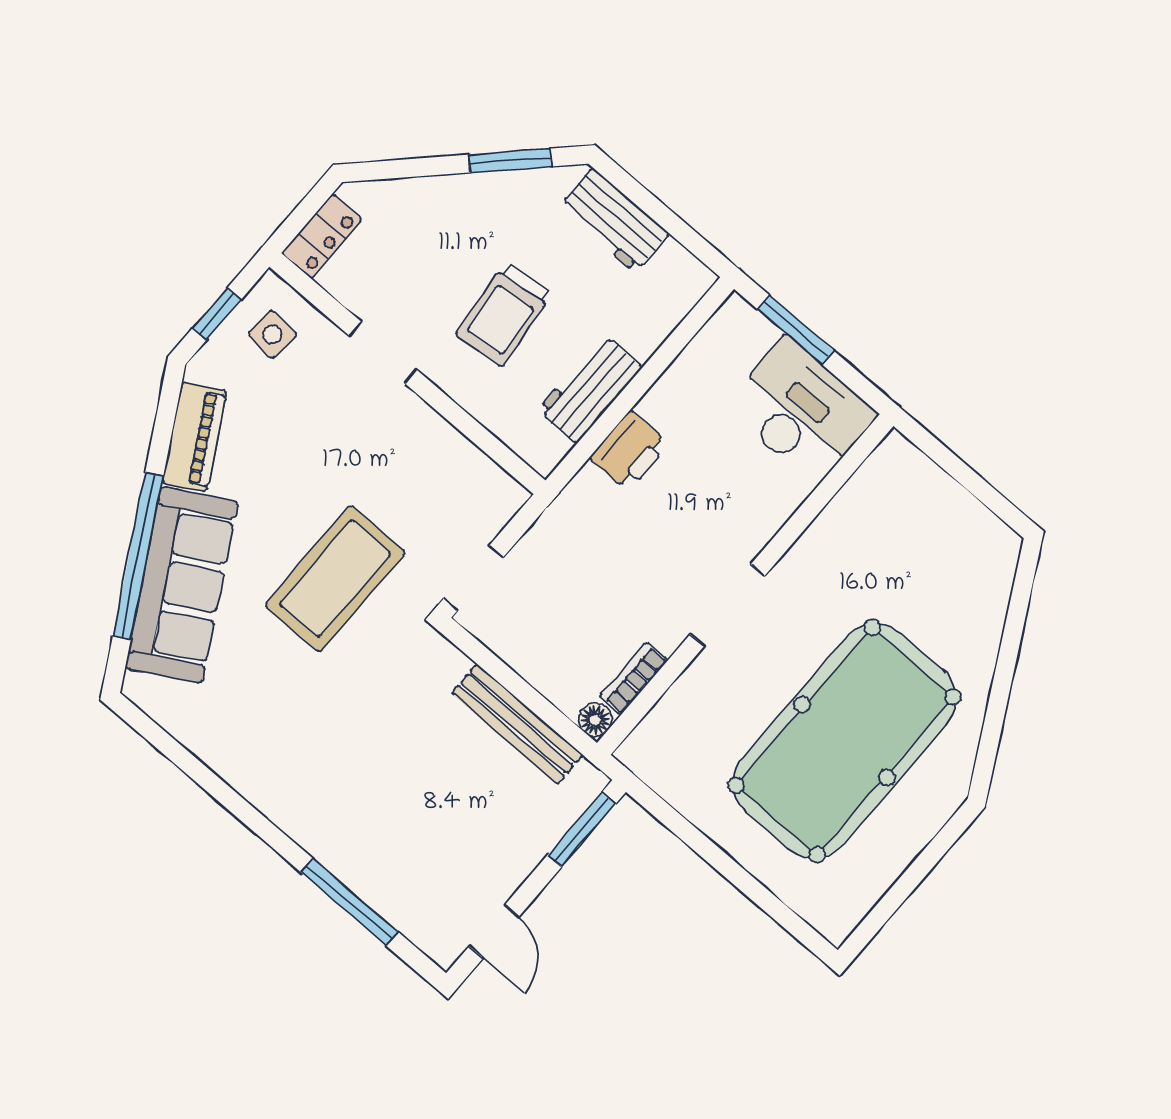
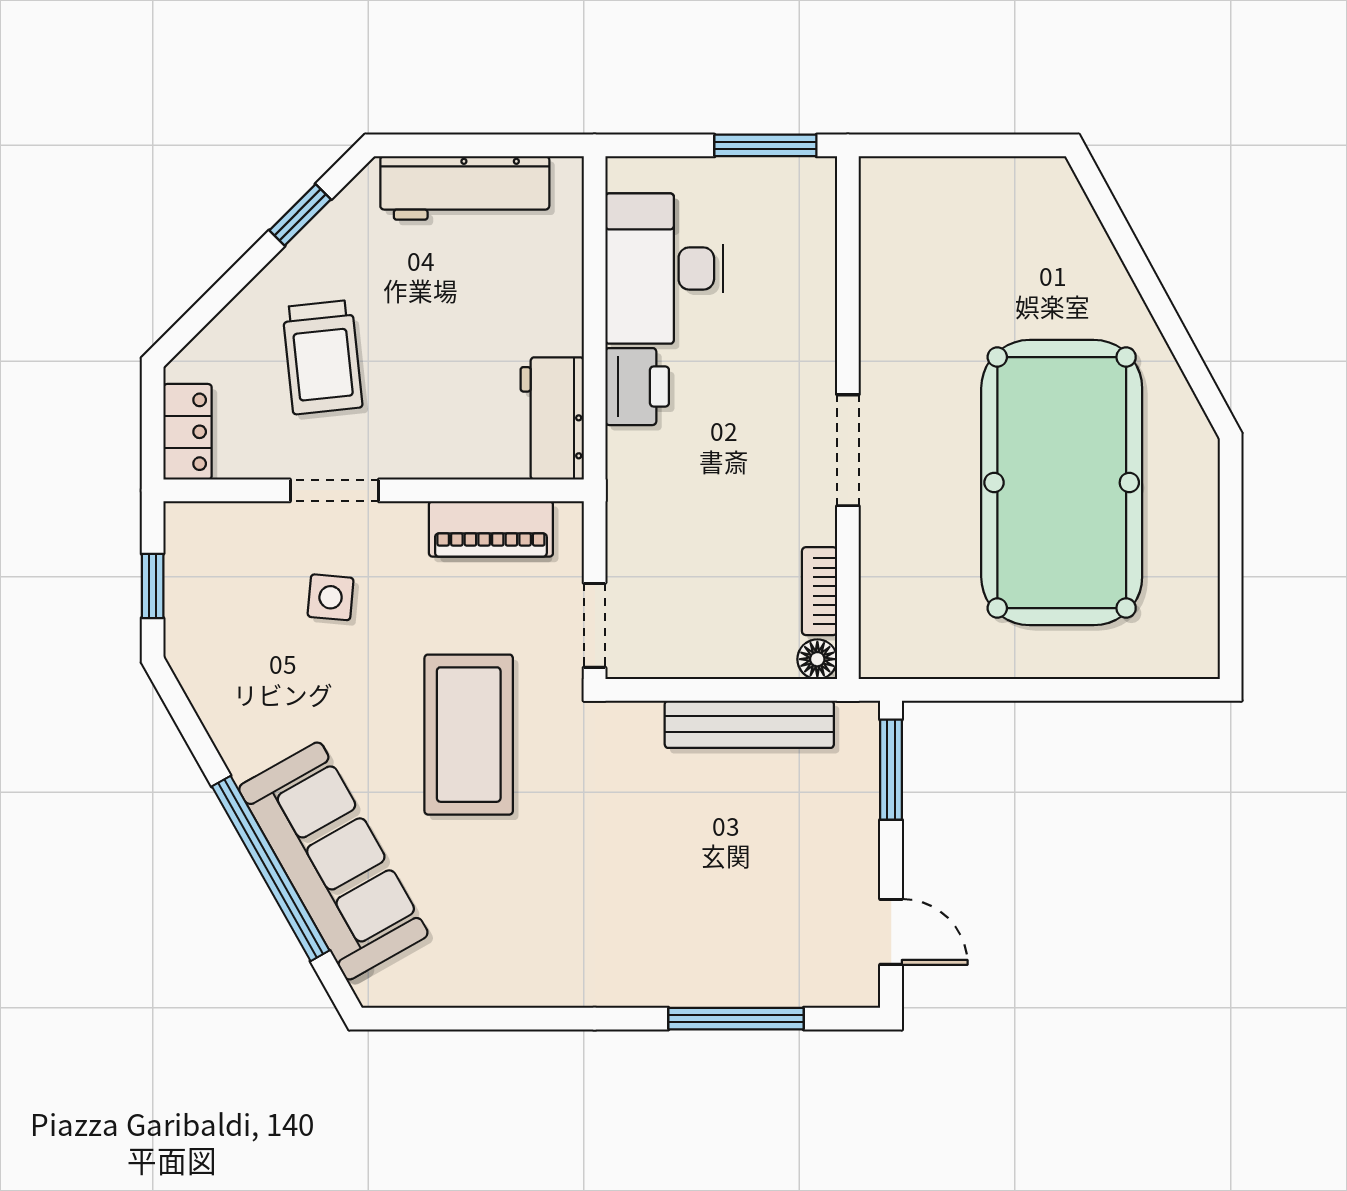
window: (510, 160) -> (300, 215), width x0.67
workbench: (614, 220) -> (465, 188), width x1.38
trolley: (504, 314) -> (322, 357), moved
window: (796, 330) -> (765, 145), moved
side table: (272, 334) -> (331, 597), moved
workbench: (590, 389) -> (552, 418), moved
desk: (801, 411) -> (664, 269), moved, turned -90
piano: (194, 437) -> (491, 529), moved, turned 119

